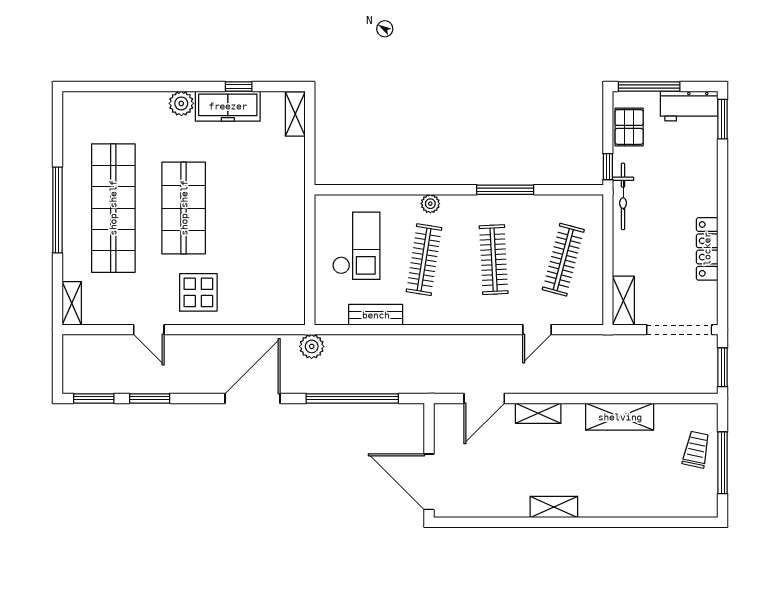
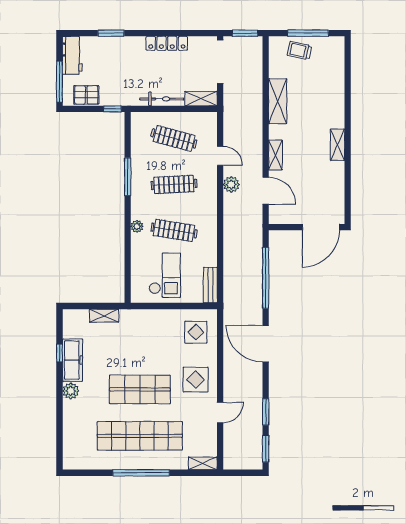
shelving: (295, 114) -> (104, 316), moved
window: (723, 119) -> (111, 33), moved
bicycle: (623, 196) -> (162, 99), moved
checkout: (356, 246) -> (165, 275), turned 90
display table: (270, 293) -> (196, 332), added
bench: (376, 315) -> (210, 285), moved
plant: (312, 346) -> (231, 184), moved

